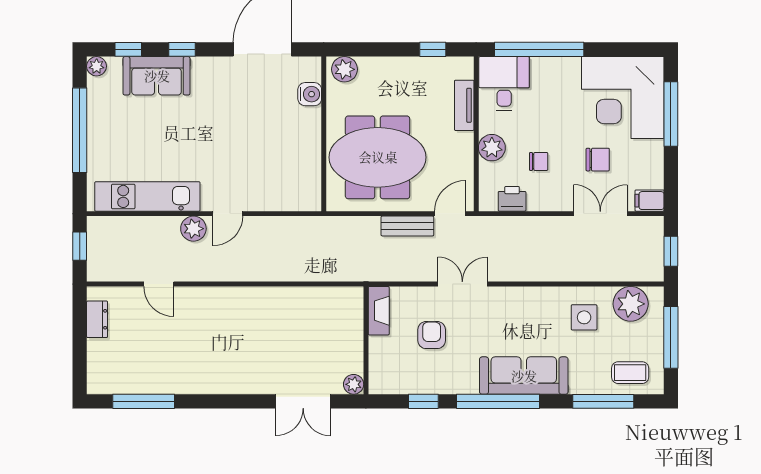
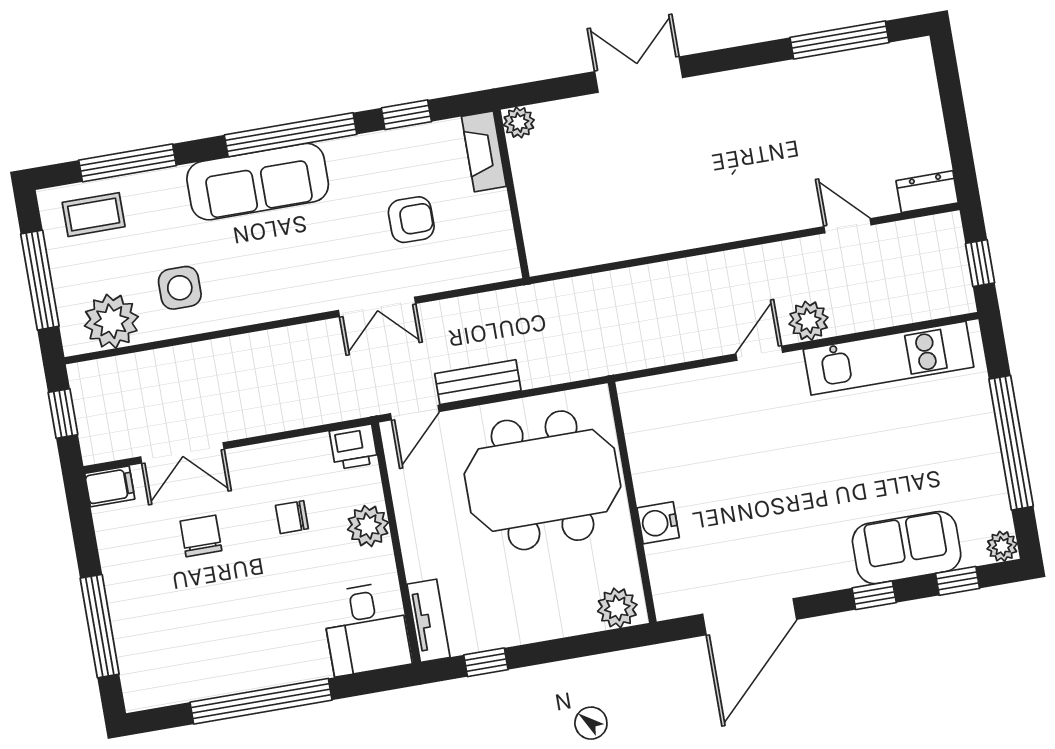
window: (539, 49) -> (261, 701), moved
water cooler: (310, 94) -> (658, 523), moved
corner desk: (623, 98) -> (179, 639), removed
tv unit: (464, 105) -> (428, 621), moved
chair: (598, 160) -> (201, 536), turned 90
printer: (512, 199) -> (354, 447), moved
fireplace: (379, 311) -> (484, 151), moved
dresser: (97, 319) -> (927, 192), moved, turned 90
armchair: (432, 335) -> (411, 220), turned -90
double door: (303, 401) -> (639, 75), moved

